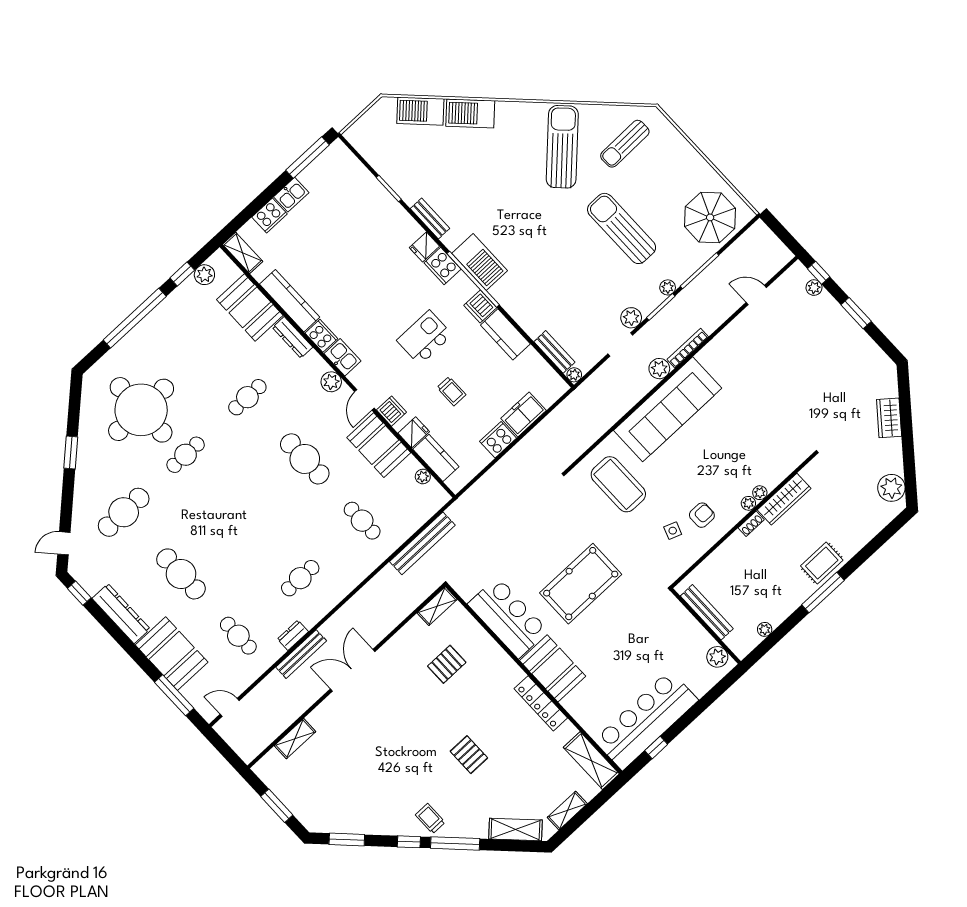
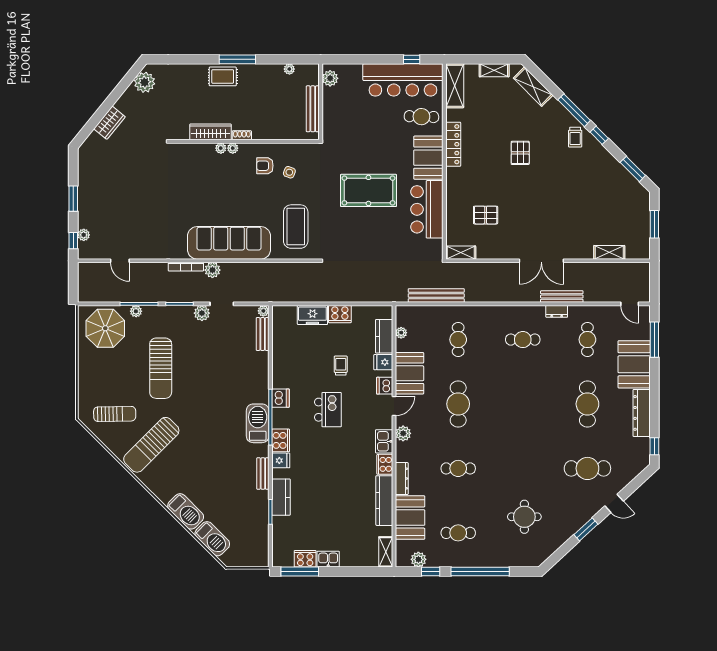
cooker: (269, 216) -> (305, 559), moved
plant: (668, 287) -> (136, 311), moved
kitchen counter: (505, 334) -> (281, 497), moved
kitchen island: (425, 338) -> (328, 410), turned -90
round table: (141, 410) -> (524, 517), width x0.54, depth x0.54
cafe table: (186, 455) -> (458, 533), moved
door: (64, 543) -> (614, 503), moved
cafe table: (596, 702) -> (421, 117), added

